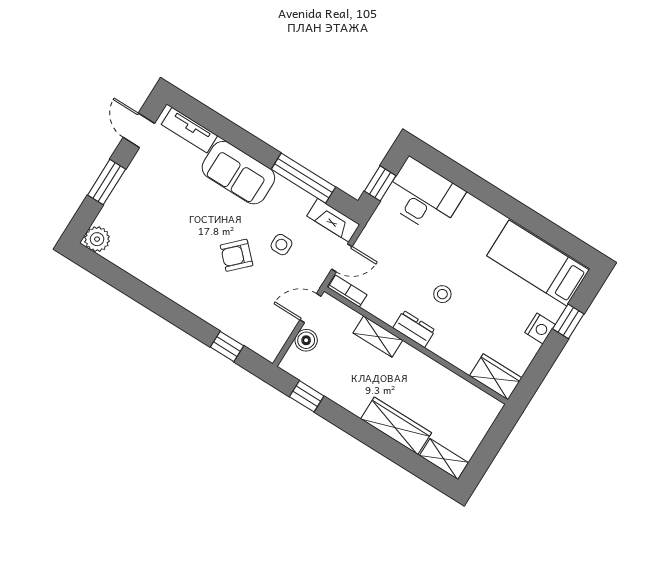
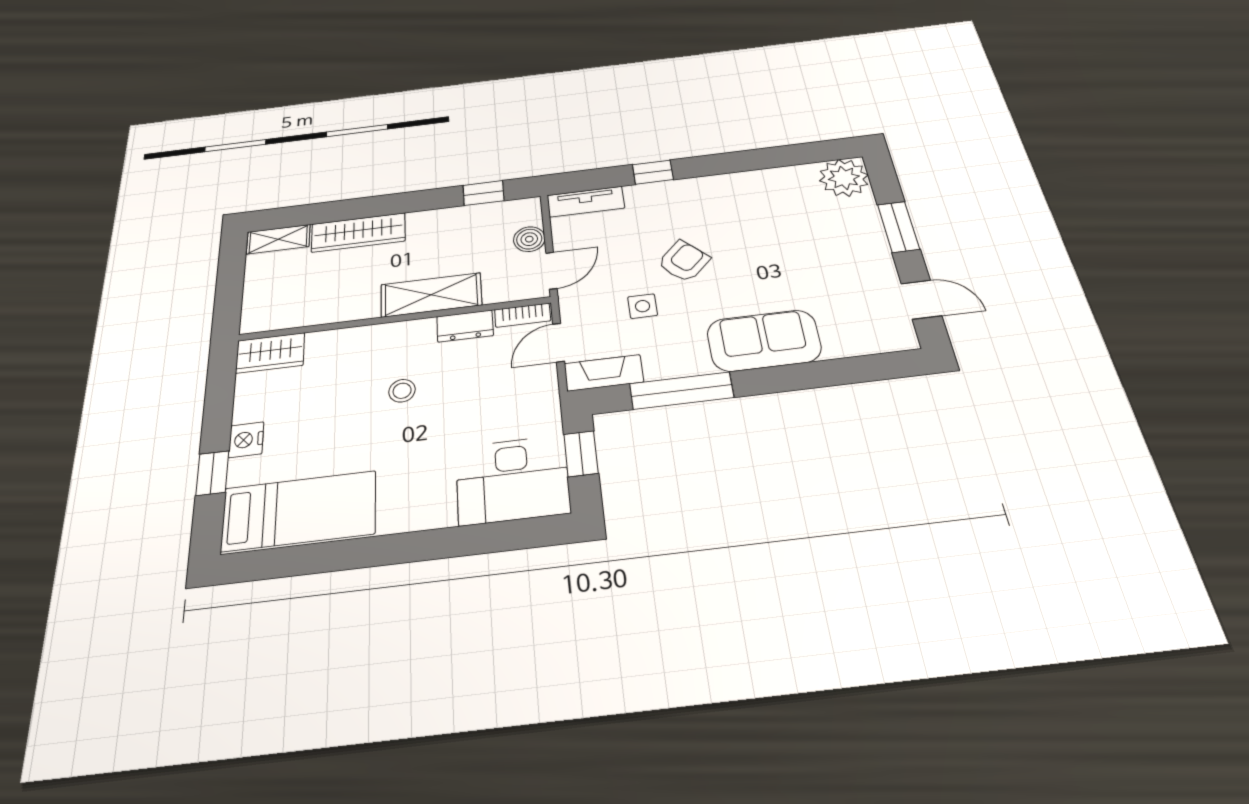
tv unit: (189, 130) -> (586, 202), moved, turned 180
plant: (97, 239) -> (844, 178), width x1.36, depth x1.36
dresser: (414, 329) -> (465, 326), moved
shelving: (378, 337) -> (431, 295), width x1.50, depth x1.33
window: (227, 346) -> (653, 172), moved

